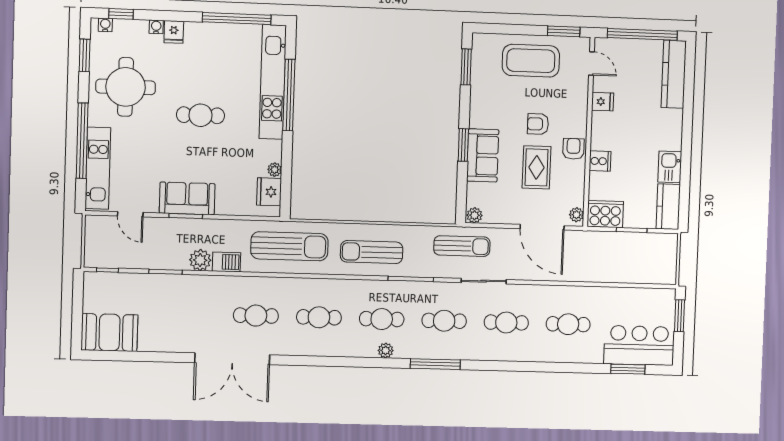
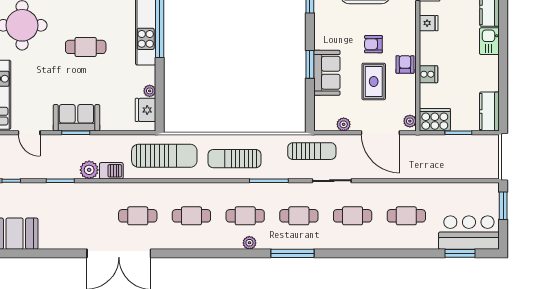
kitchen sink: (670, 167) -> (489, 41), moved
plant: (474, 215) -> (344, 124), moved

